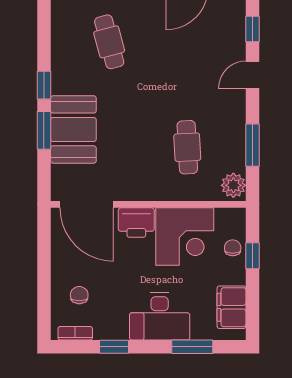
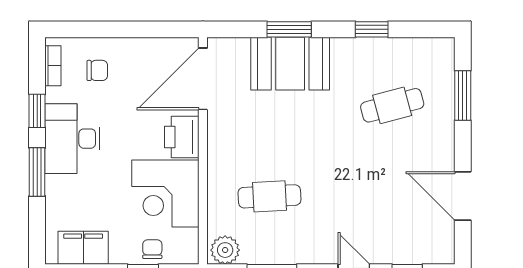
window: (44, 85) -> (372, 29), moved
chair: (233, 248) -> (152, 249), turned -90
desk: (160, 316) -> (72, 139), moved
window: (192, 347) -> (37, 172), moved

